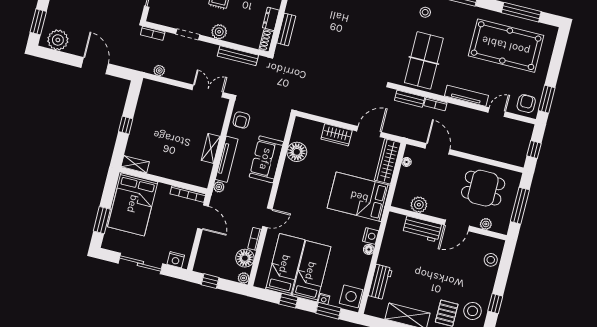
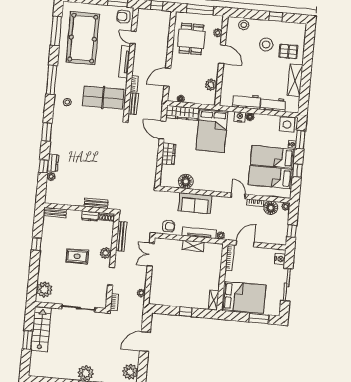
workbench: (422, 229) -> (247, 101), moved, turned -90
stool: (473, 311) -> (266, 44), moved

